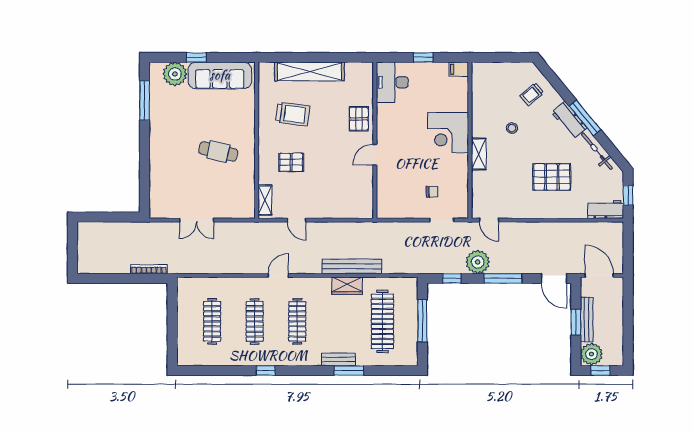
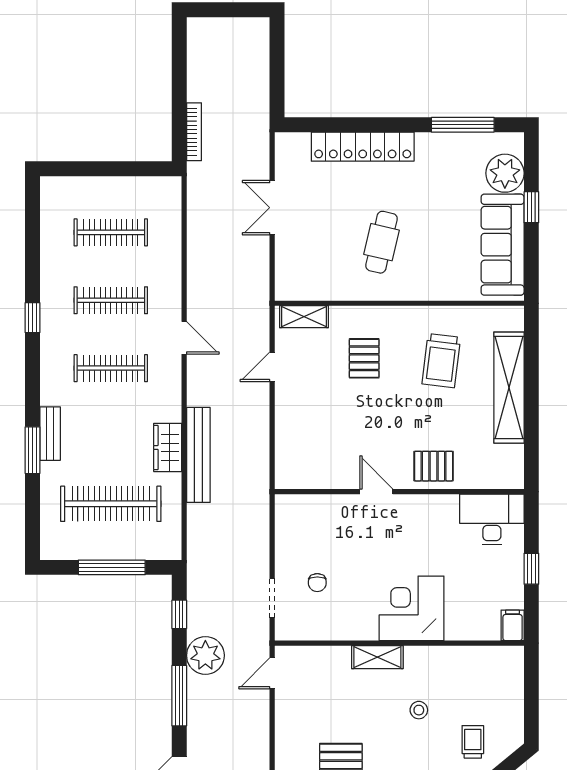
trolley: (532, 94) -> (473, 742), turned 40
locker: (158, 163) -> (363, 147), added

